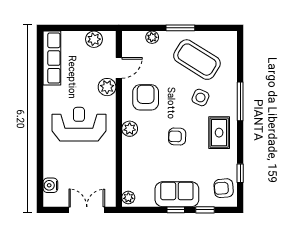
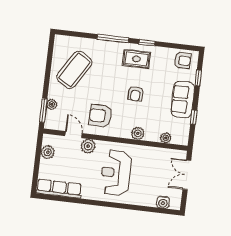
window: (180, 28) -> (43, 110), moved
side table: (200, 98) -> (106, 71), removed
plant: (130, 129) -> (138, 133), moved
window: (240, 173) -> (147, 43), moved
armchair: (224, 188) -> (182, 61), turned -86
plant: (128, 198) -> (166, 138), moved
window: (176, 210) -> (194, 117), moved

